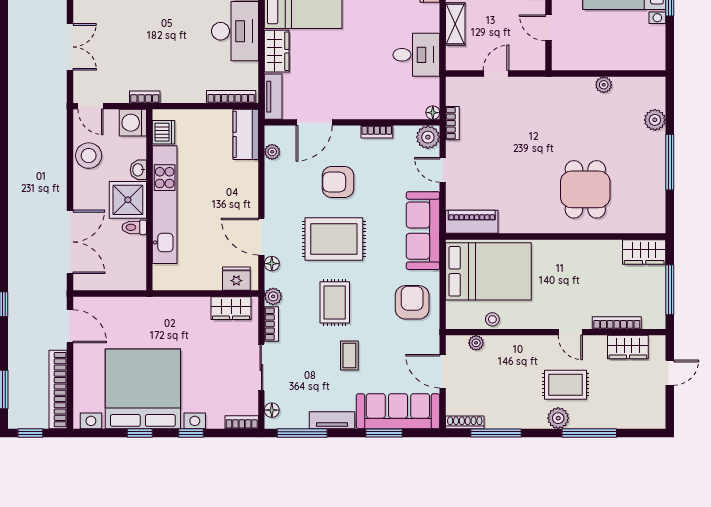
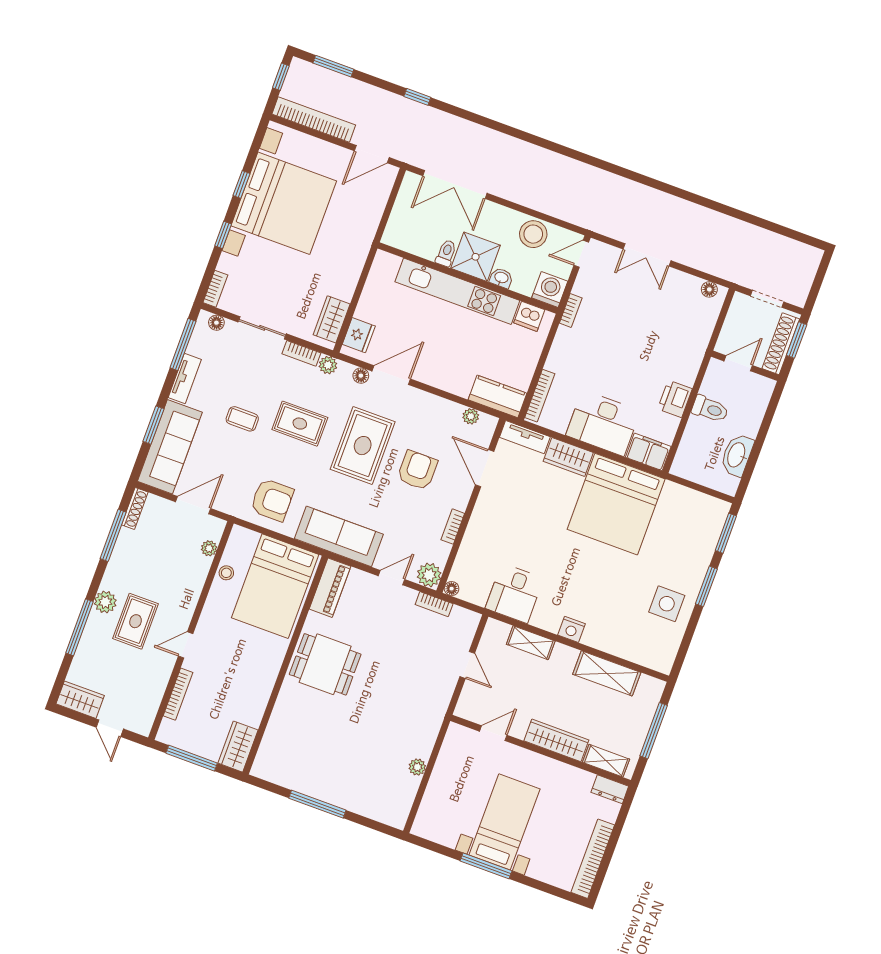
plant: (655, 120) -> (364, 805), removed
dining table: (585, 189) -> (325, 664), moved
wardrobe: (628, 347) -> (80, 700), moved, turned 90

